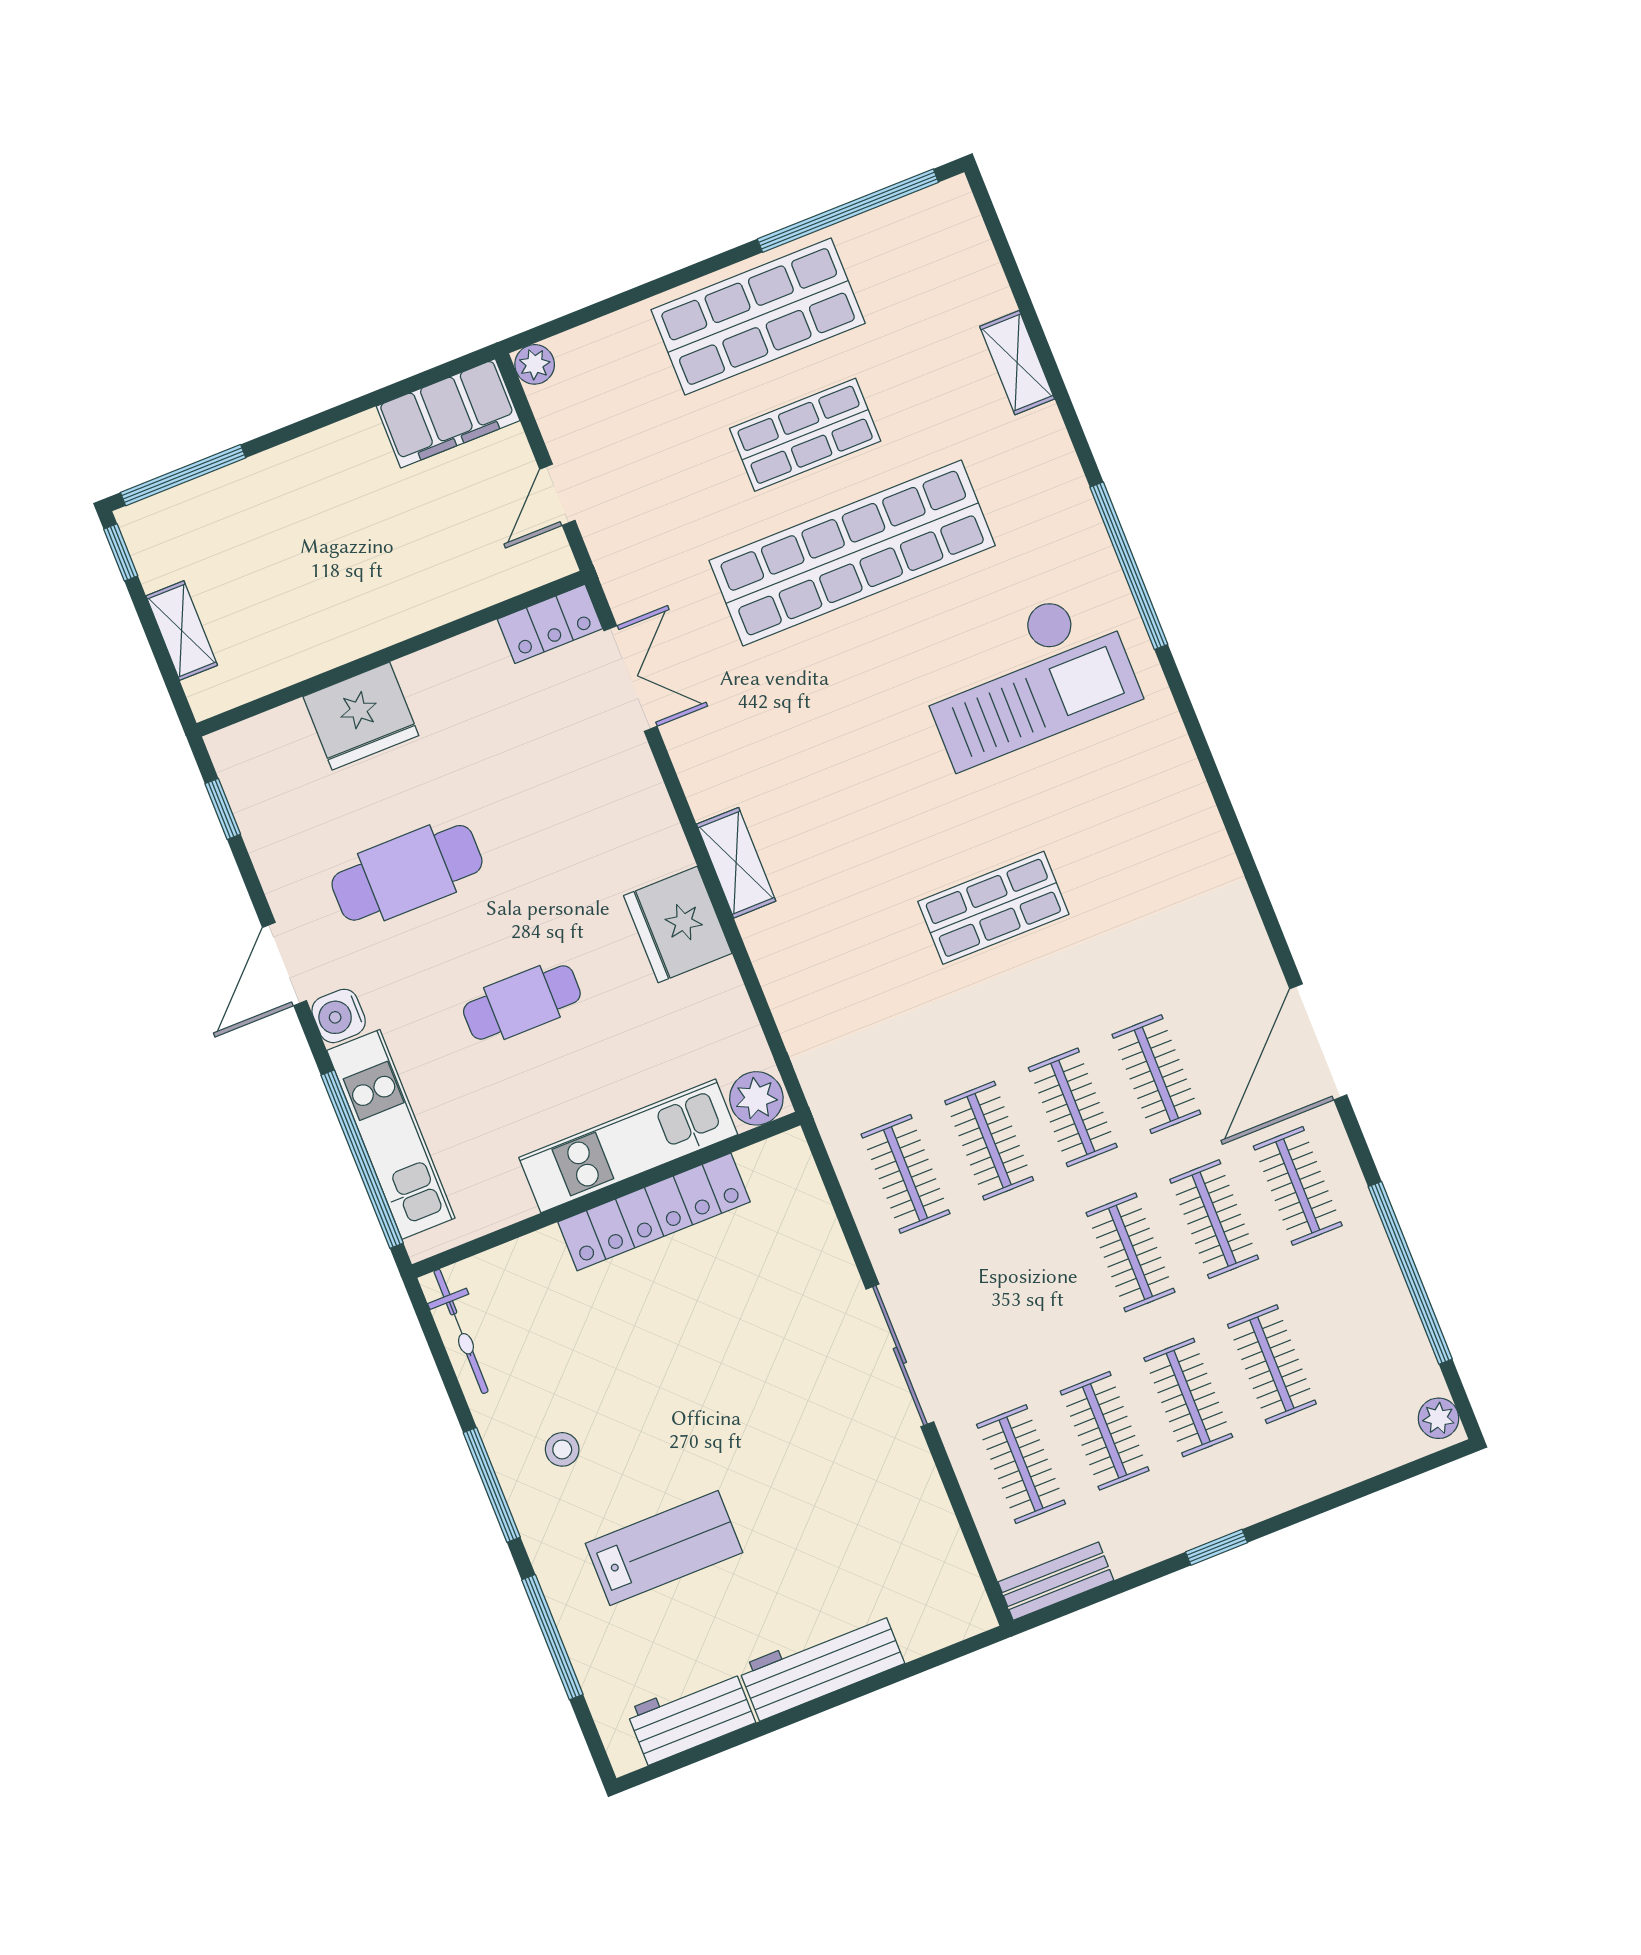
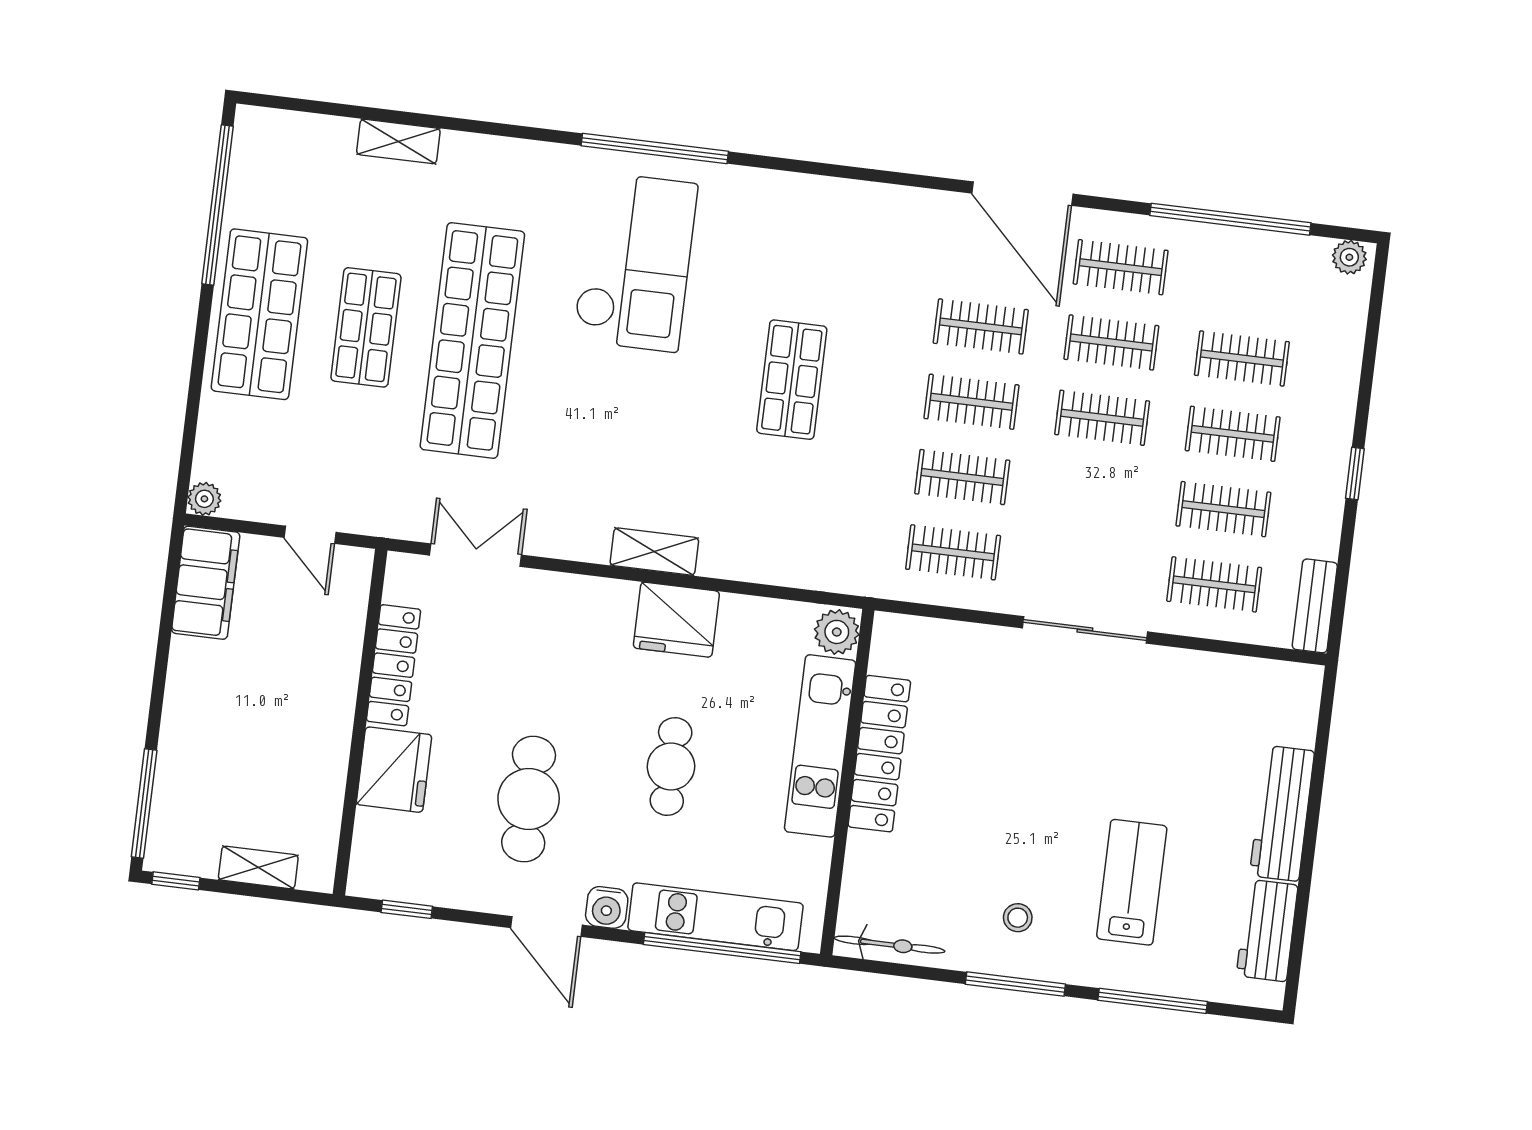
window: (1129, 566) -> (655, 149), moved
locker: (550, 624) -> (394, 665), moved, width x1.53

